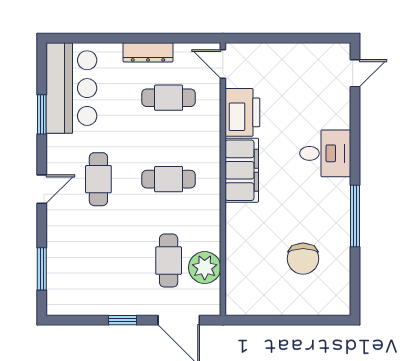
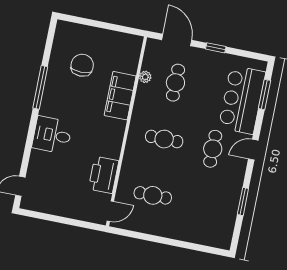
dresser: (148, 52) -> (161, 230), removed
door: (223, 64) -> (110, 211), hinge flipped
bar counter: (71, 88) -> (242, 100), moved
filing cabinet: (242, 170) -> (120, 96), moved
plant: (205, 268) -> (145, 77), width x0.53, depth x0.53

